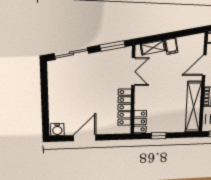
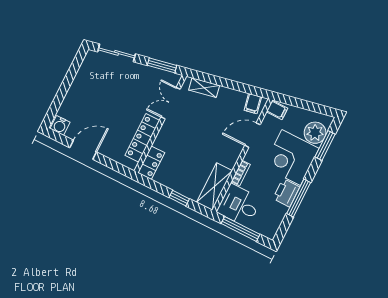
filing cabinet: (171, 46) -> (253, 104), moved
double door: (133, 72) -> (171, 103), swing flipped
shelving: (194, 107) -> (214, 187), width x0.68
window: (159, 136) -> (179, 198), moved

